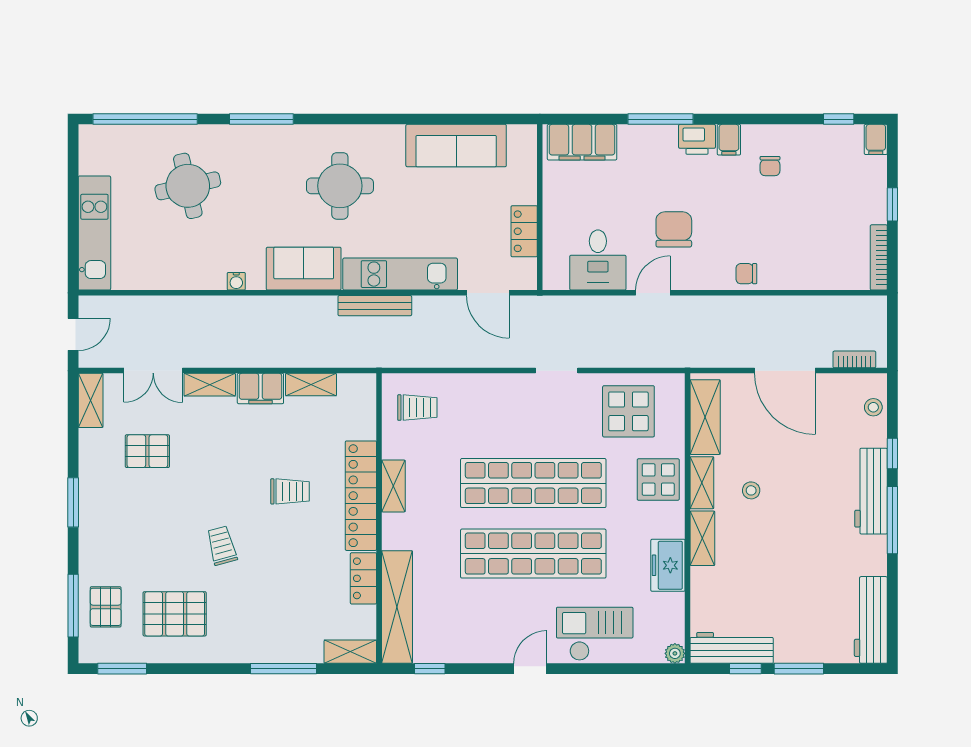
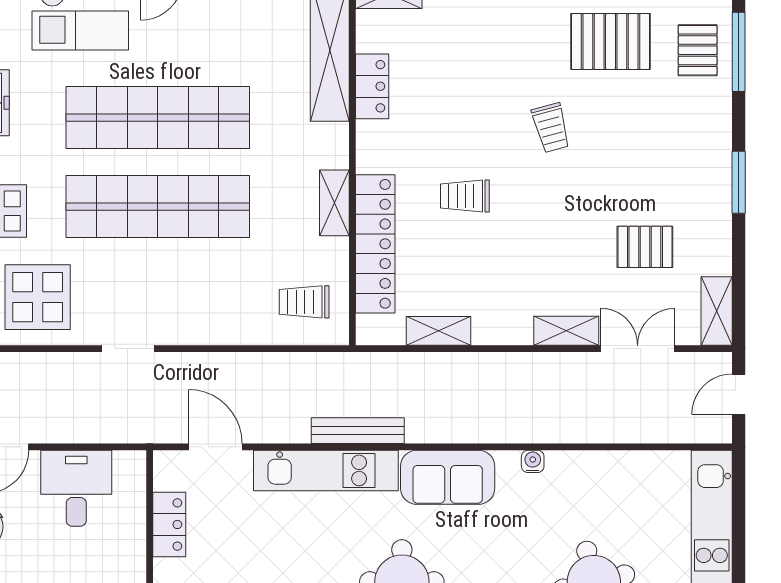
filing cabinet: (260, 388) -> (502, 326), removed
locker: (361, 496) -> (375, 244), moved

